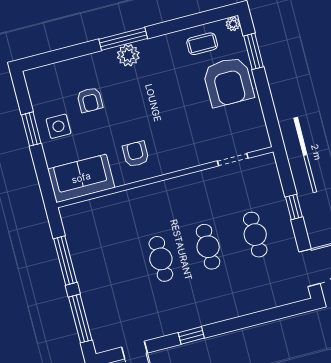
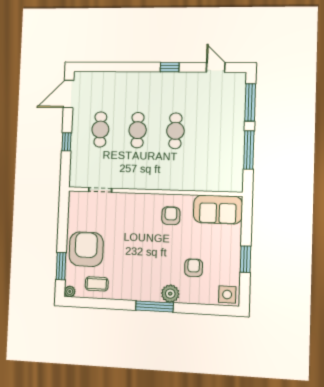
plant: (128, 55) -> (170, 294), moved
side table: (58, 126) -> (227, 294), moved
armchair: (136, 154) -> (171, 216), turned 180

